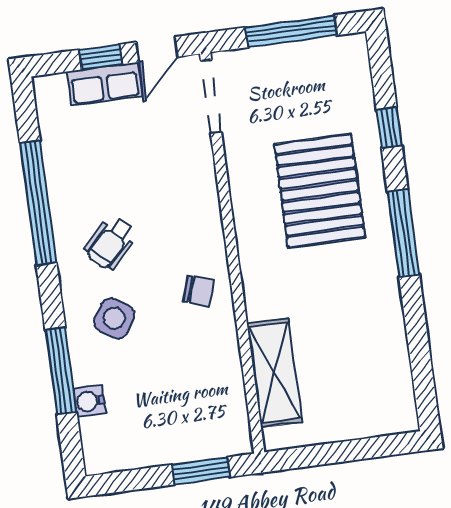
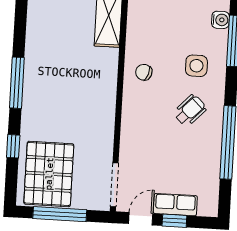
pallet: (320, 191) -> (49, 174), moved
side table: (114, 318) -> (196, 66), turned -32

